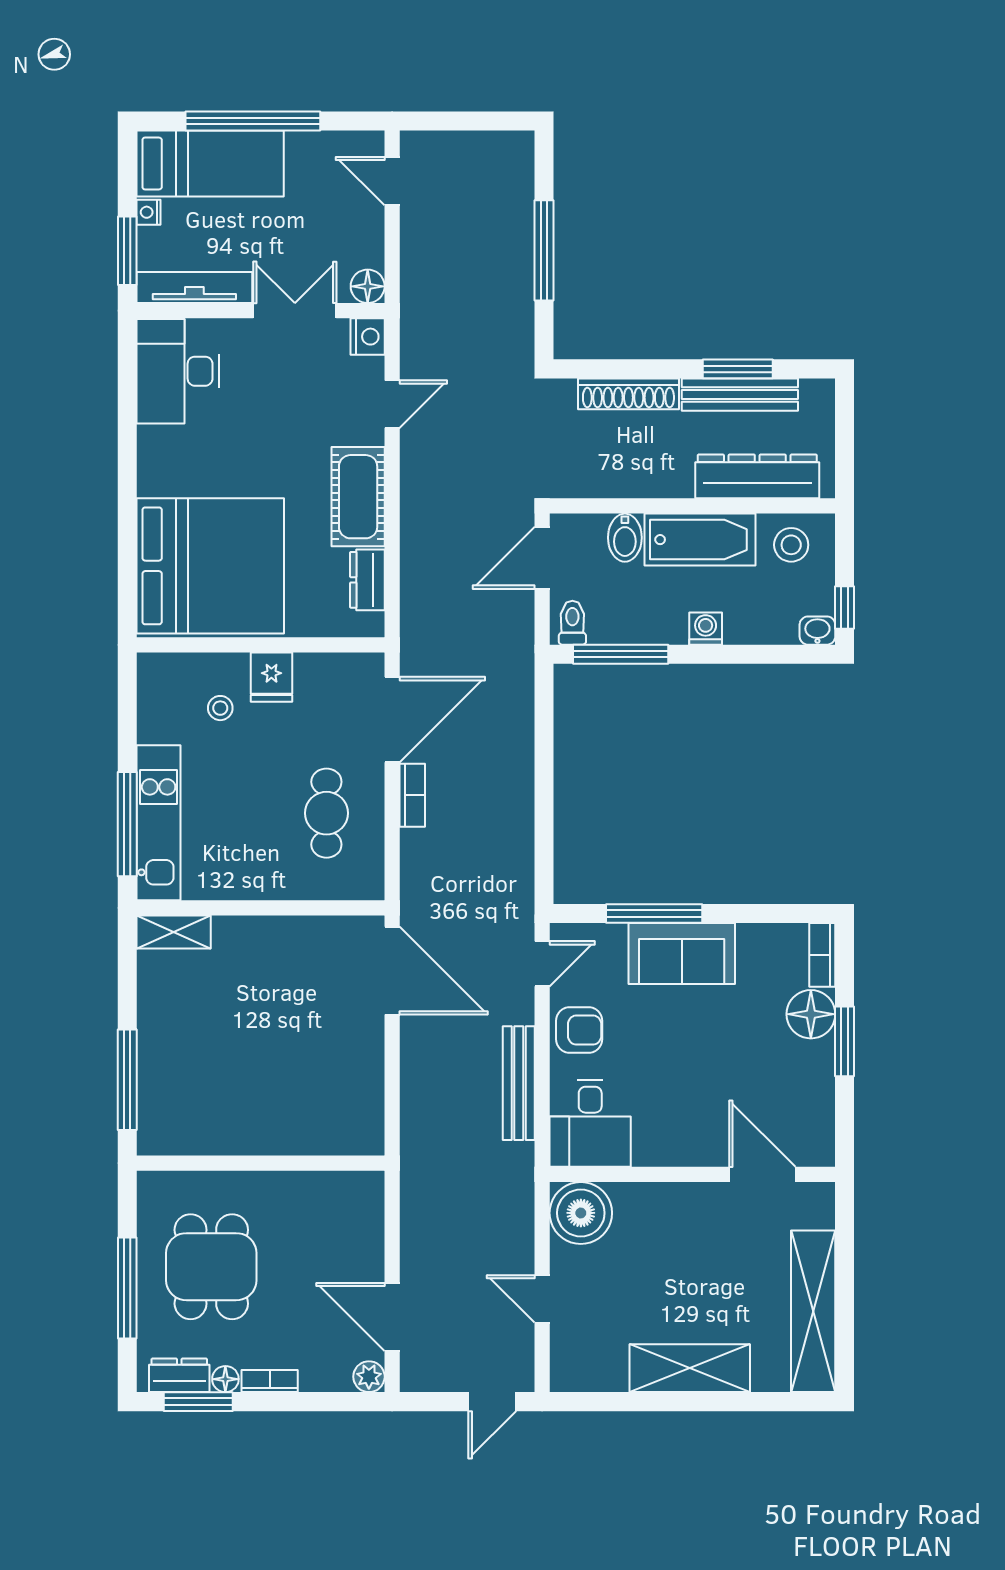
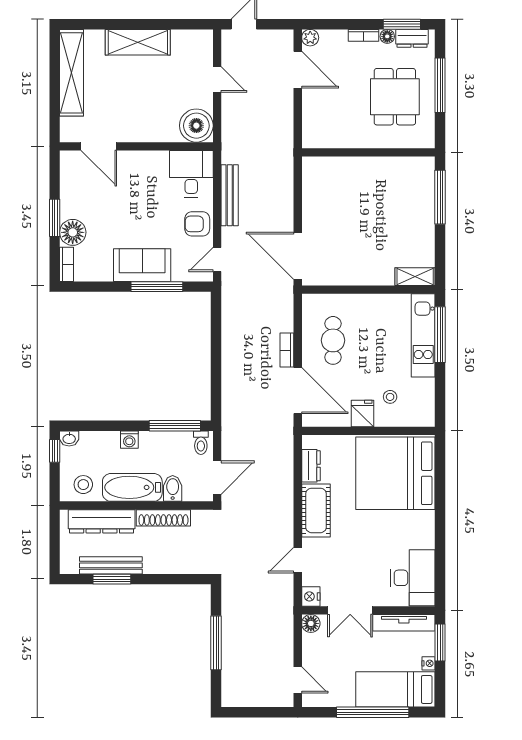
shoe rack: (628, 394) -> (163, 518), moved, turned 180
door: (392, 720) -> (298, 391), swing flipped

